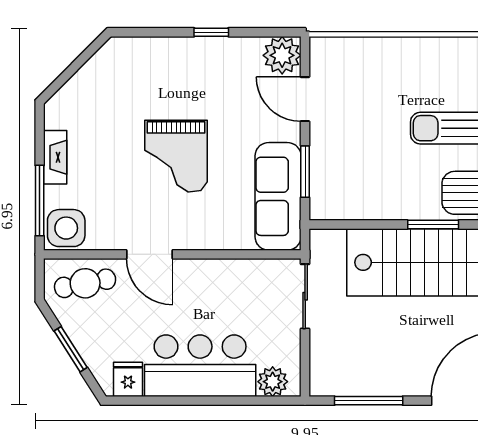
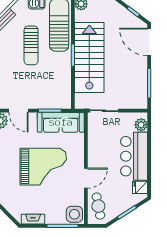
door: (305, 99) -> (19, 111), hinge flipped
grand piano: (176, 156) -> (43, 167), width x1.37, depth x1.48
fireplace: (55, 157) -> (33, 219), moved

